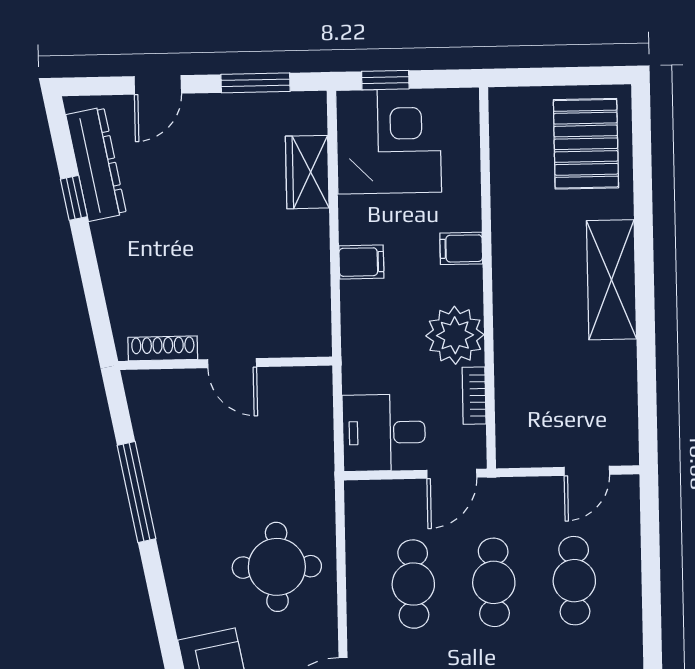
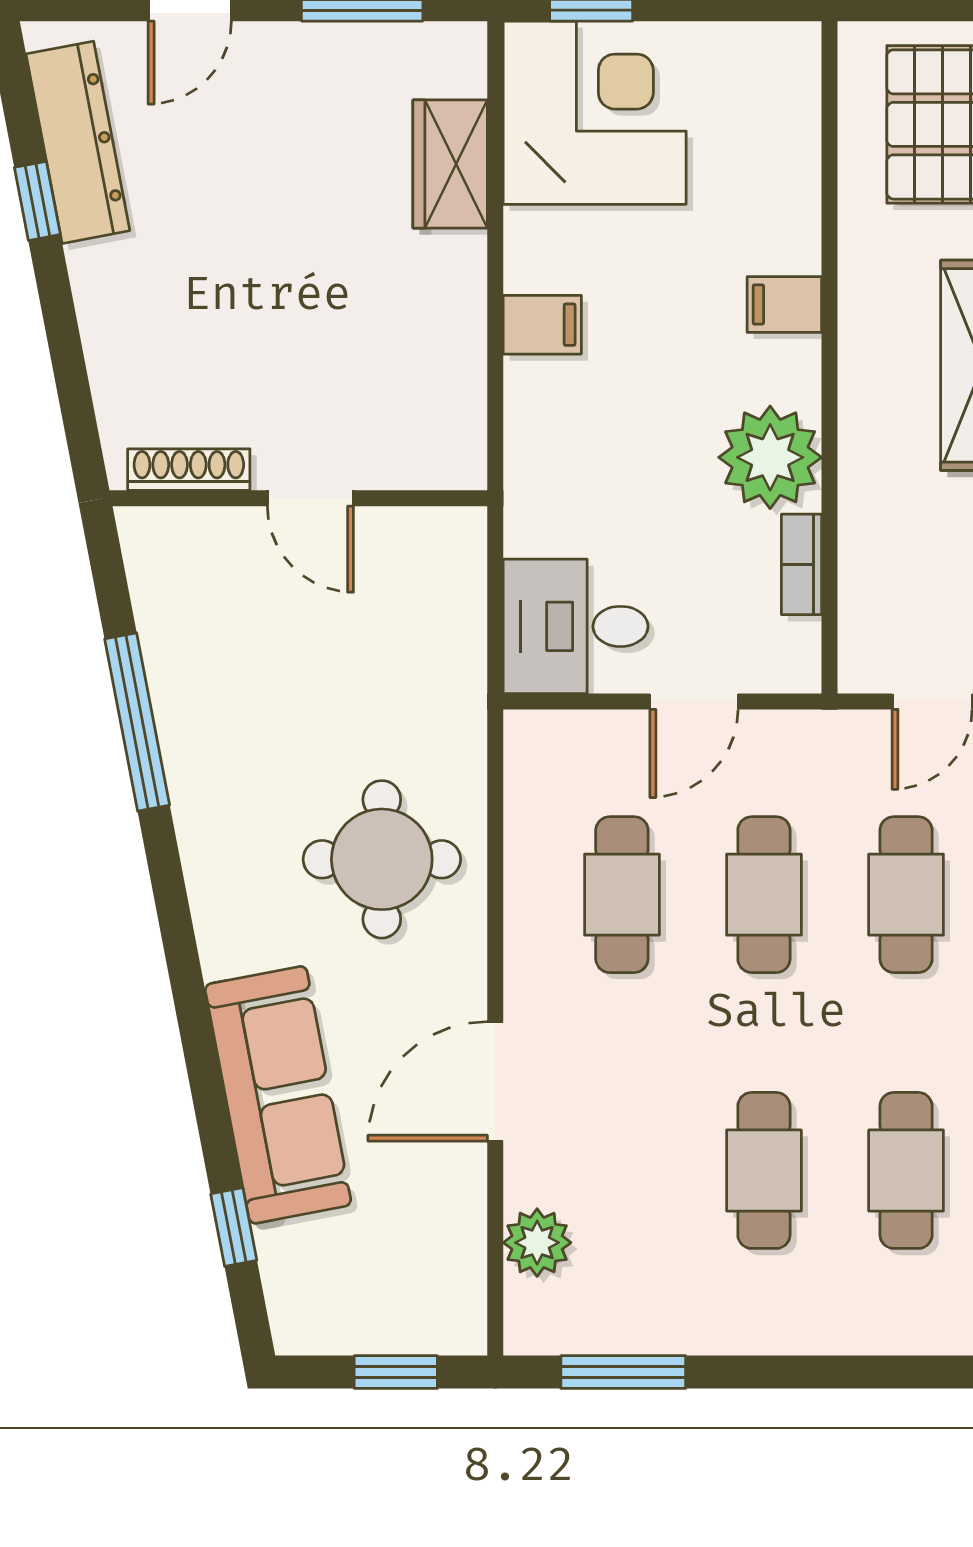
filing cabinet: (461, 248) -> (784, 304), moved
wall: (487, 278) -> (830, 357), moved
plant: (455, 335) -> (770, 457), moved
bookcase: (474, 396) -> (802, 564), moved

